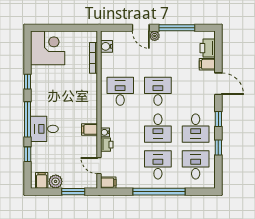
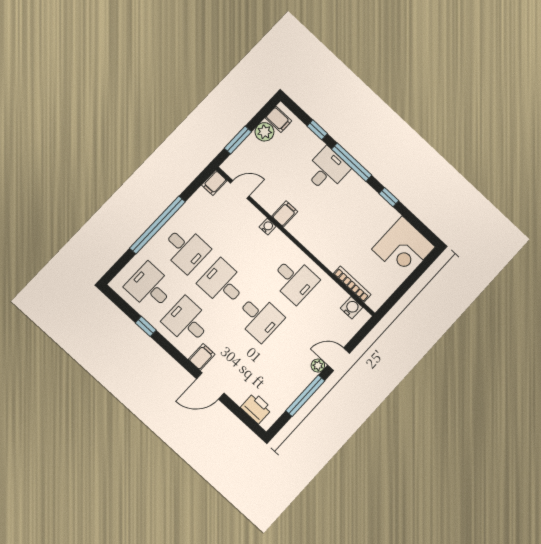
filing cabinet: (207, 64) -> (202, 357), moved
window: (218, 119) -> (175, 353), removed
printer: (107, 145) -> (254, 217), removed
desk: (196, 165) -> (150, 287), turned 180

